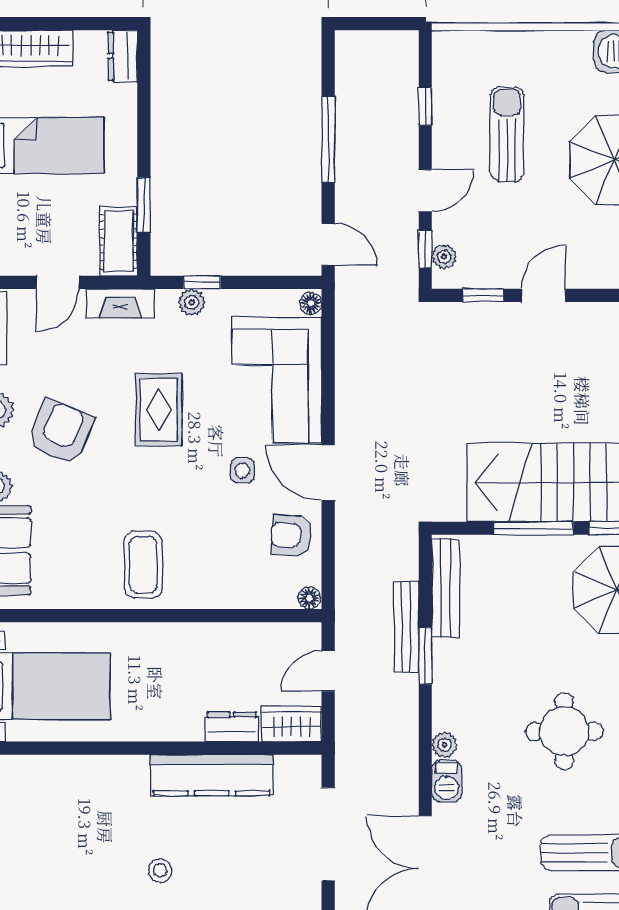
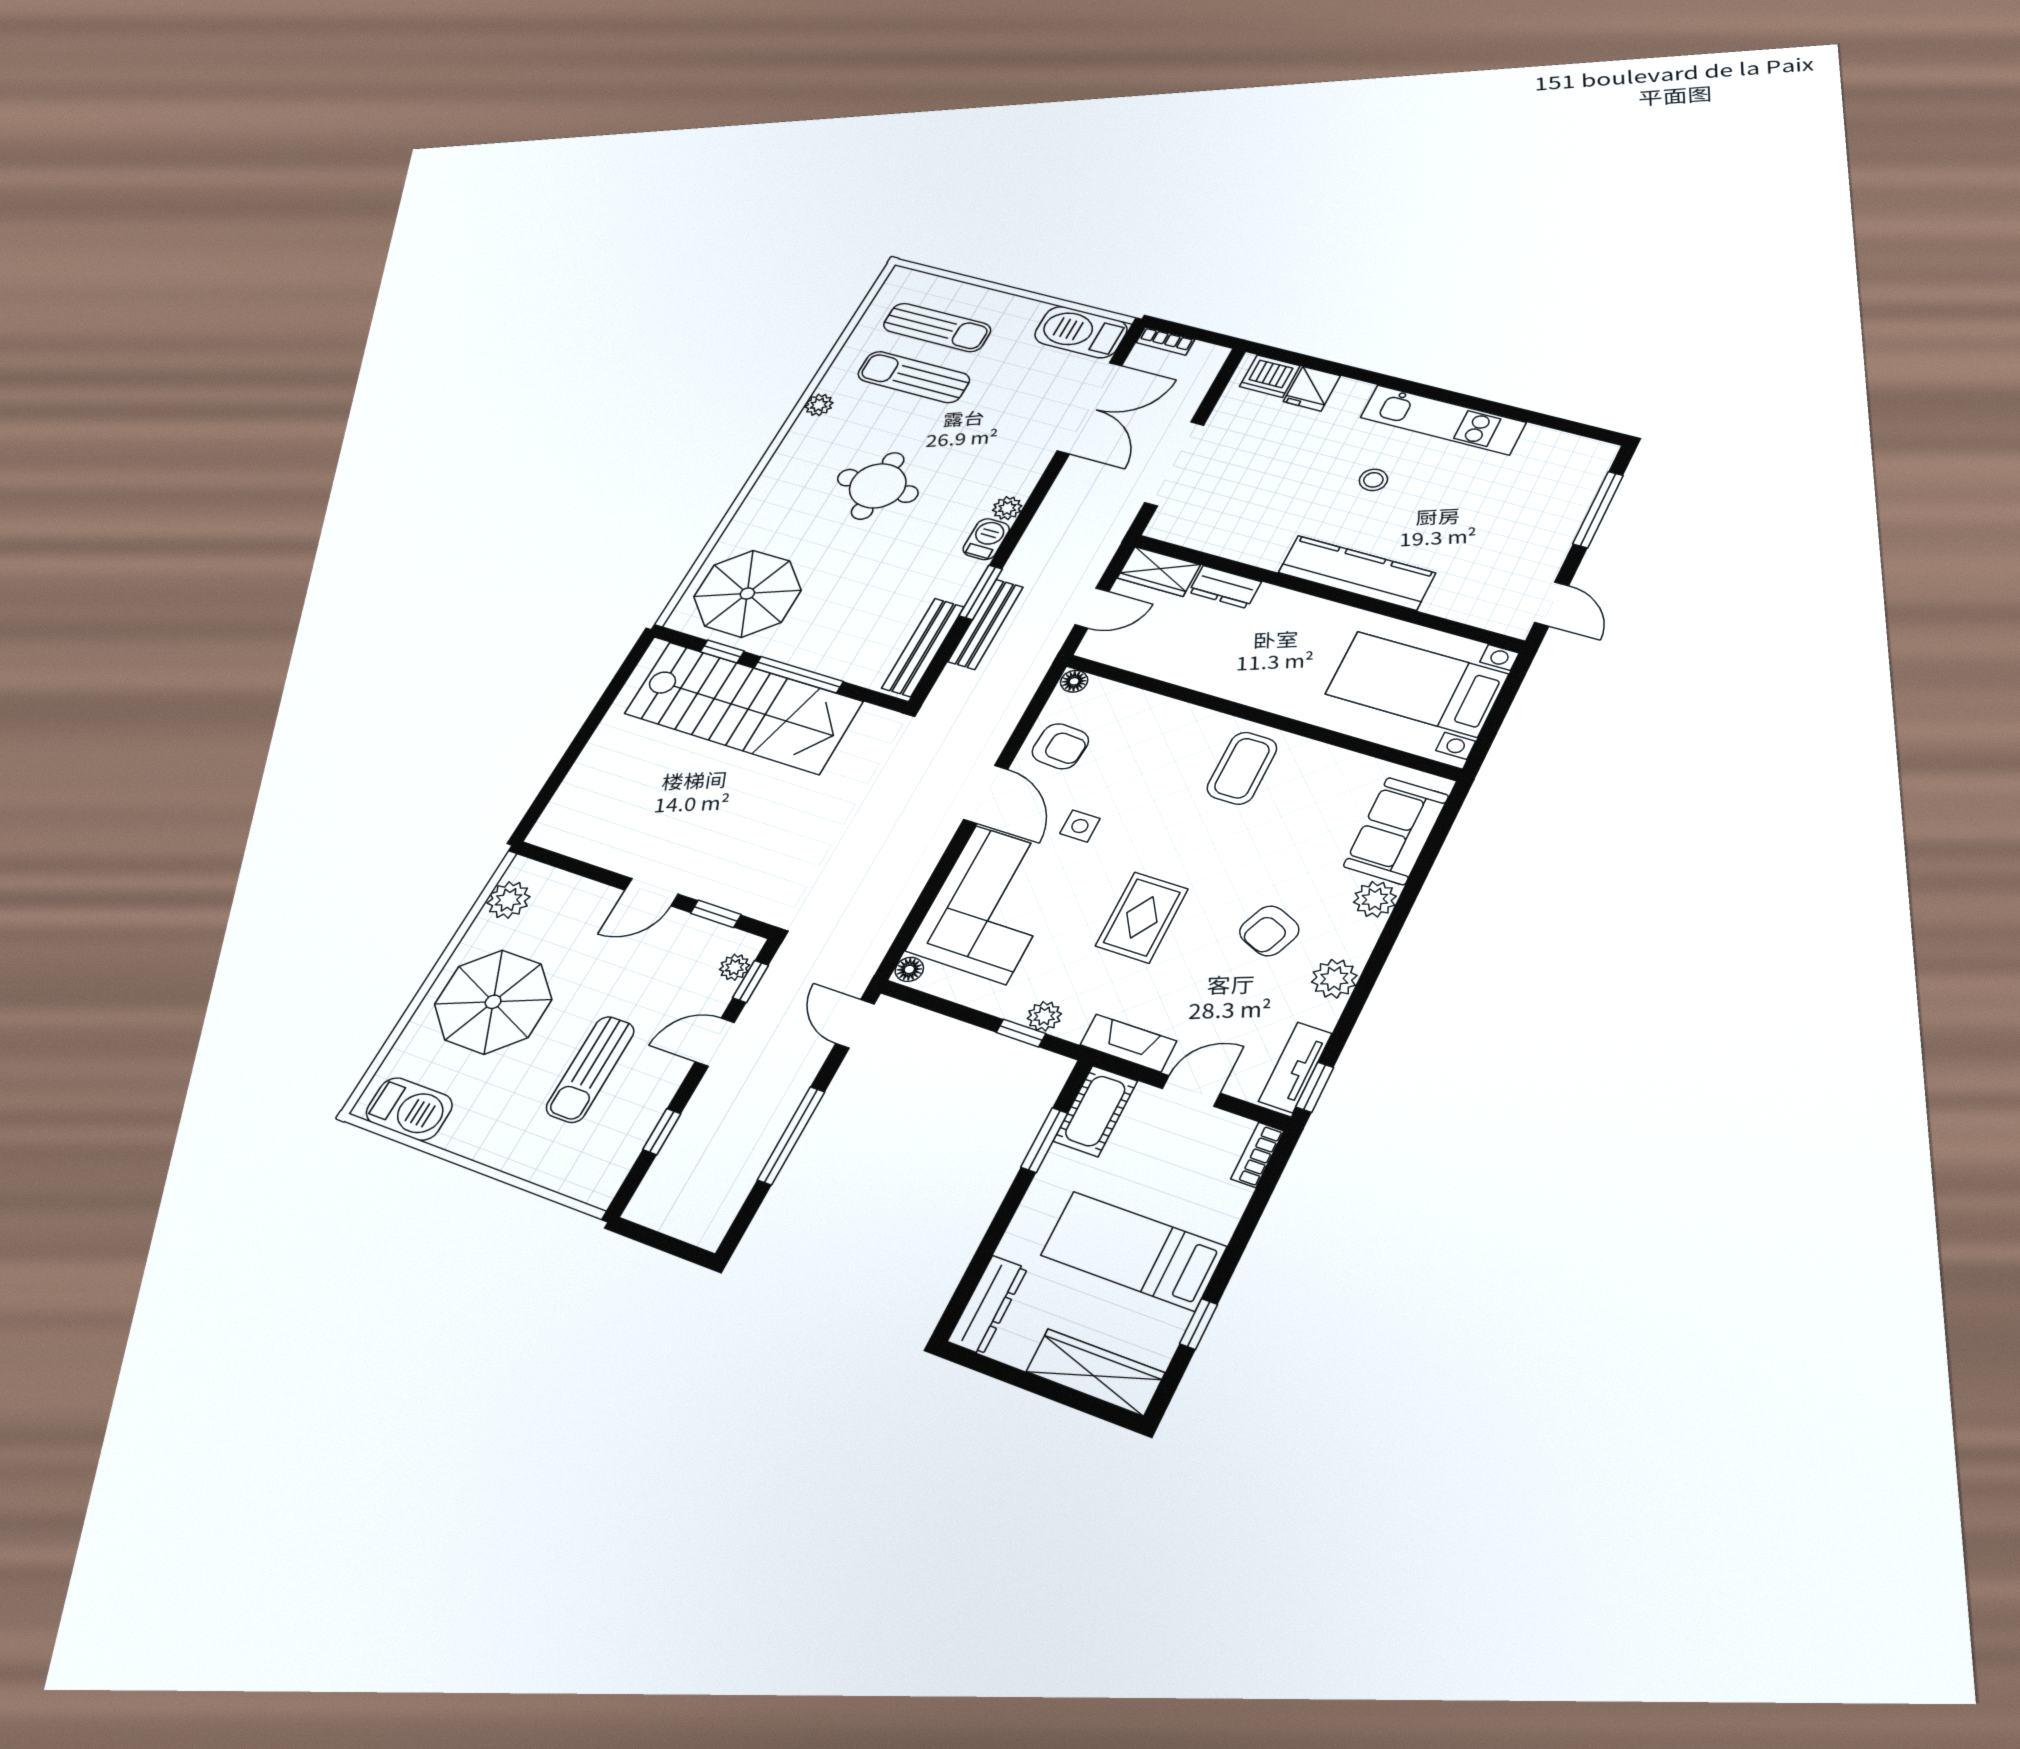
dresser: (123, 56) -> (988, 1305), width x1.44
armchair: (60, 432) -> (1269, 931), width x0.72, depth x0.72
kitchen counter: (212, 775) -> (1357, 573), moved
barbecue: (447, 781) -> (986, 539), moved

